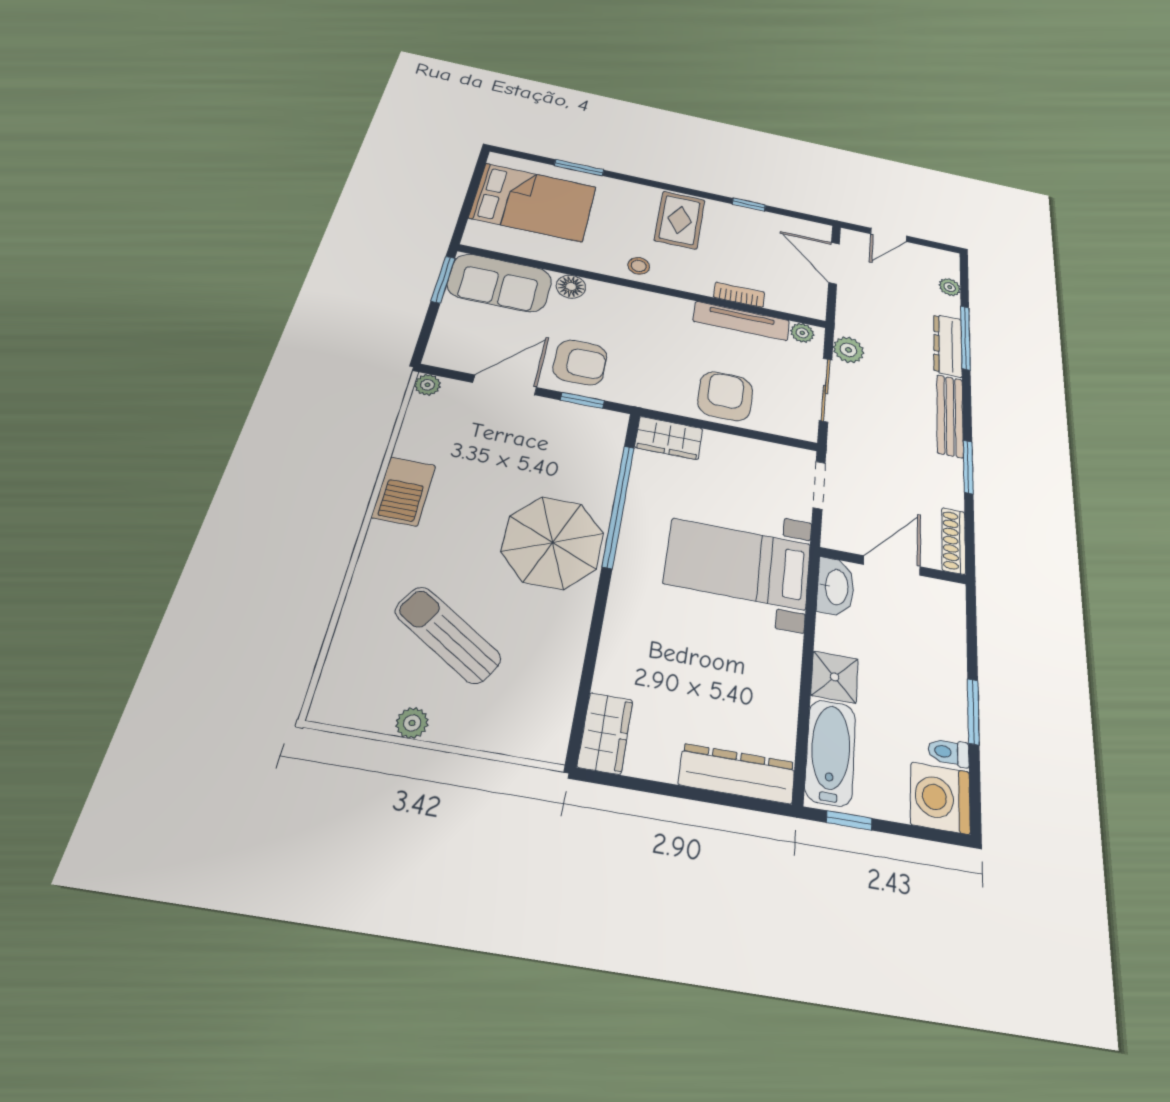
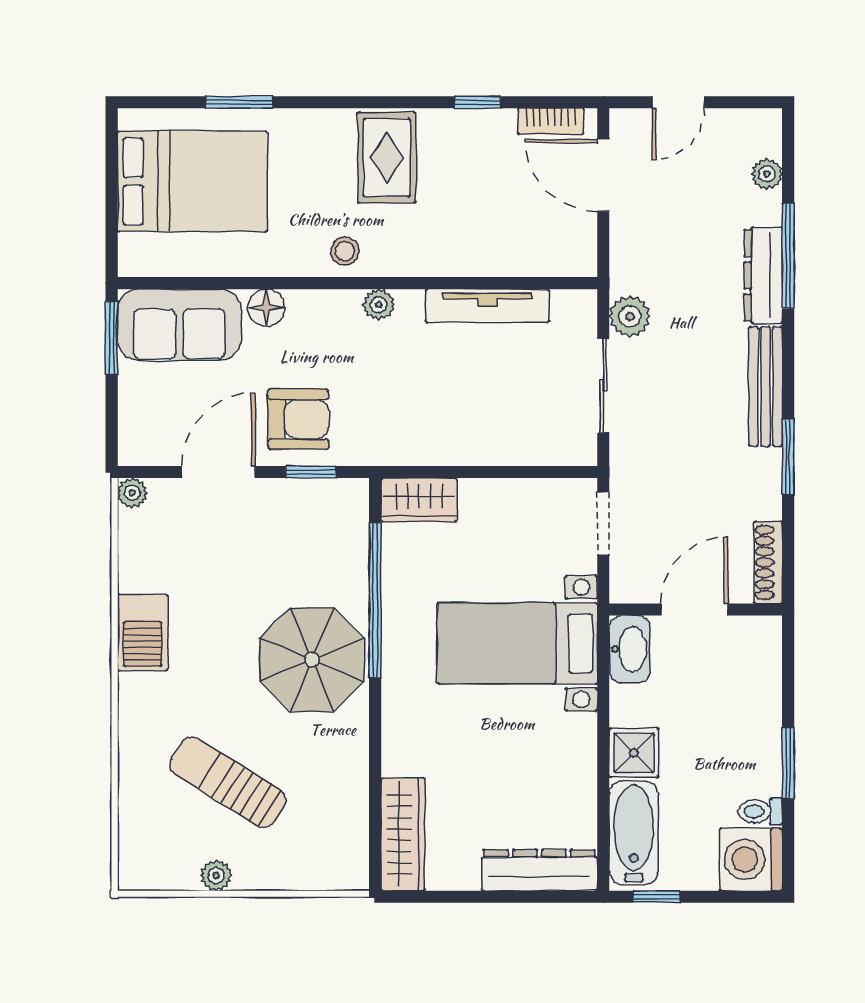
bookcase: (739, 295) -> (551, 121), moved, turned 180
plant: (802, 333) -> (379, 305), moved
armchair: (725, 396) -> (479, 425), removed
wardrobe: (605, 733) -> (403, 834), width x1.50

